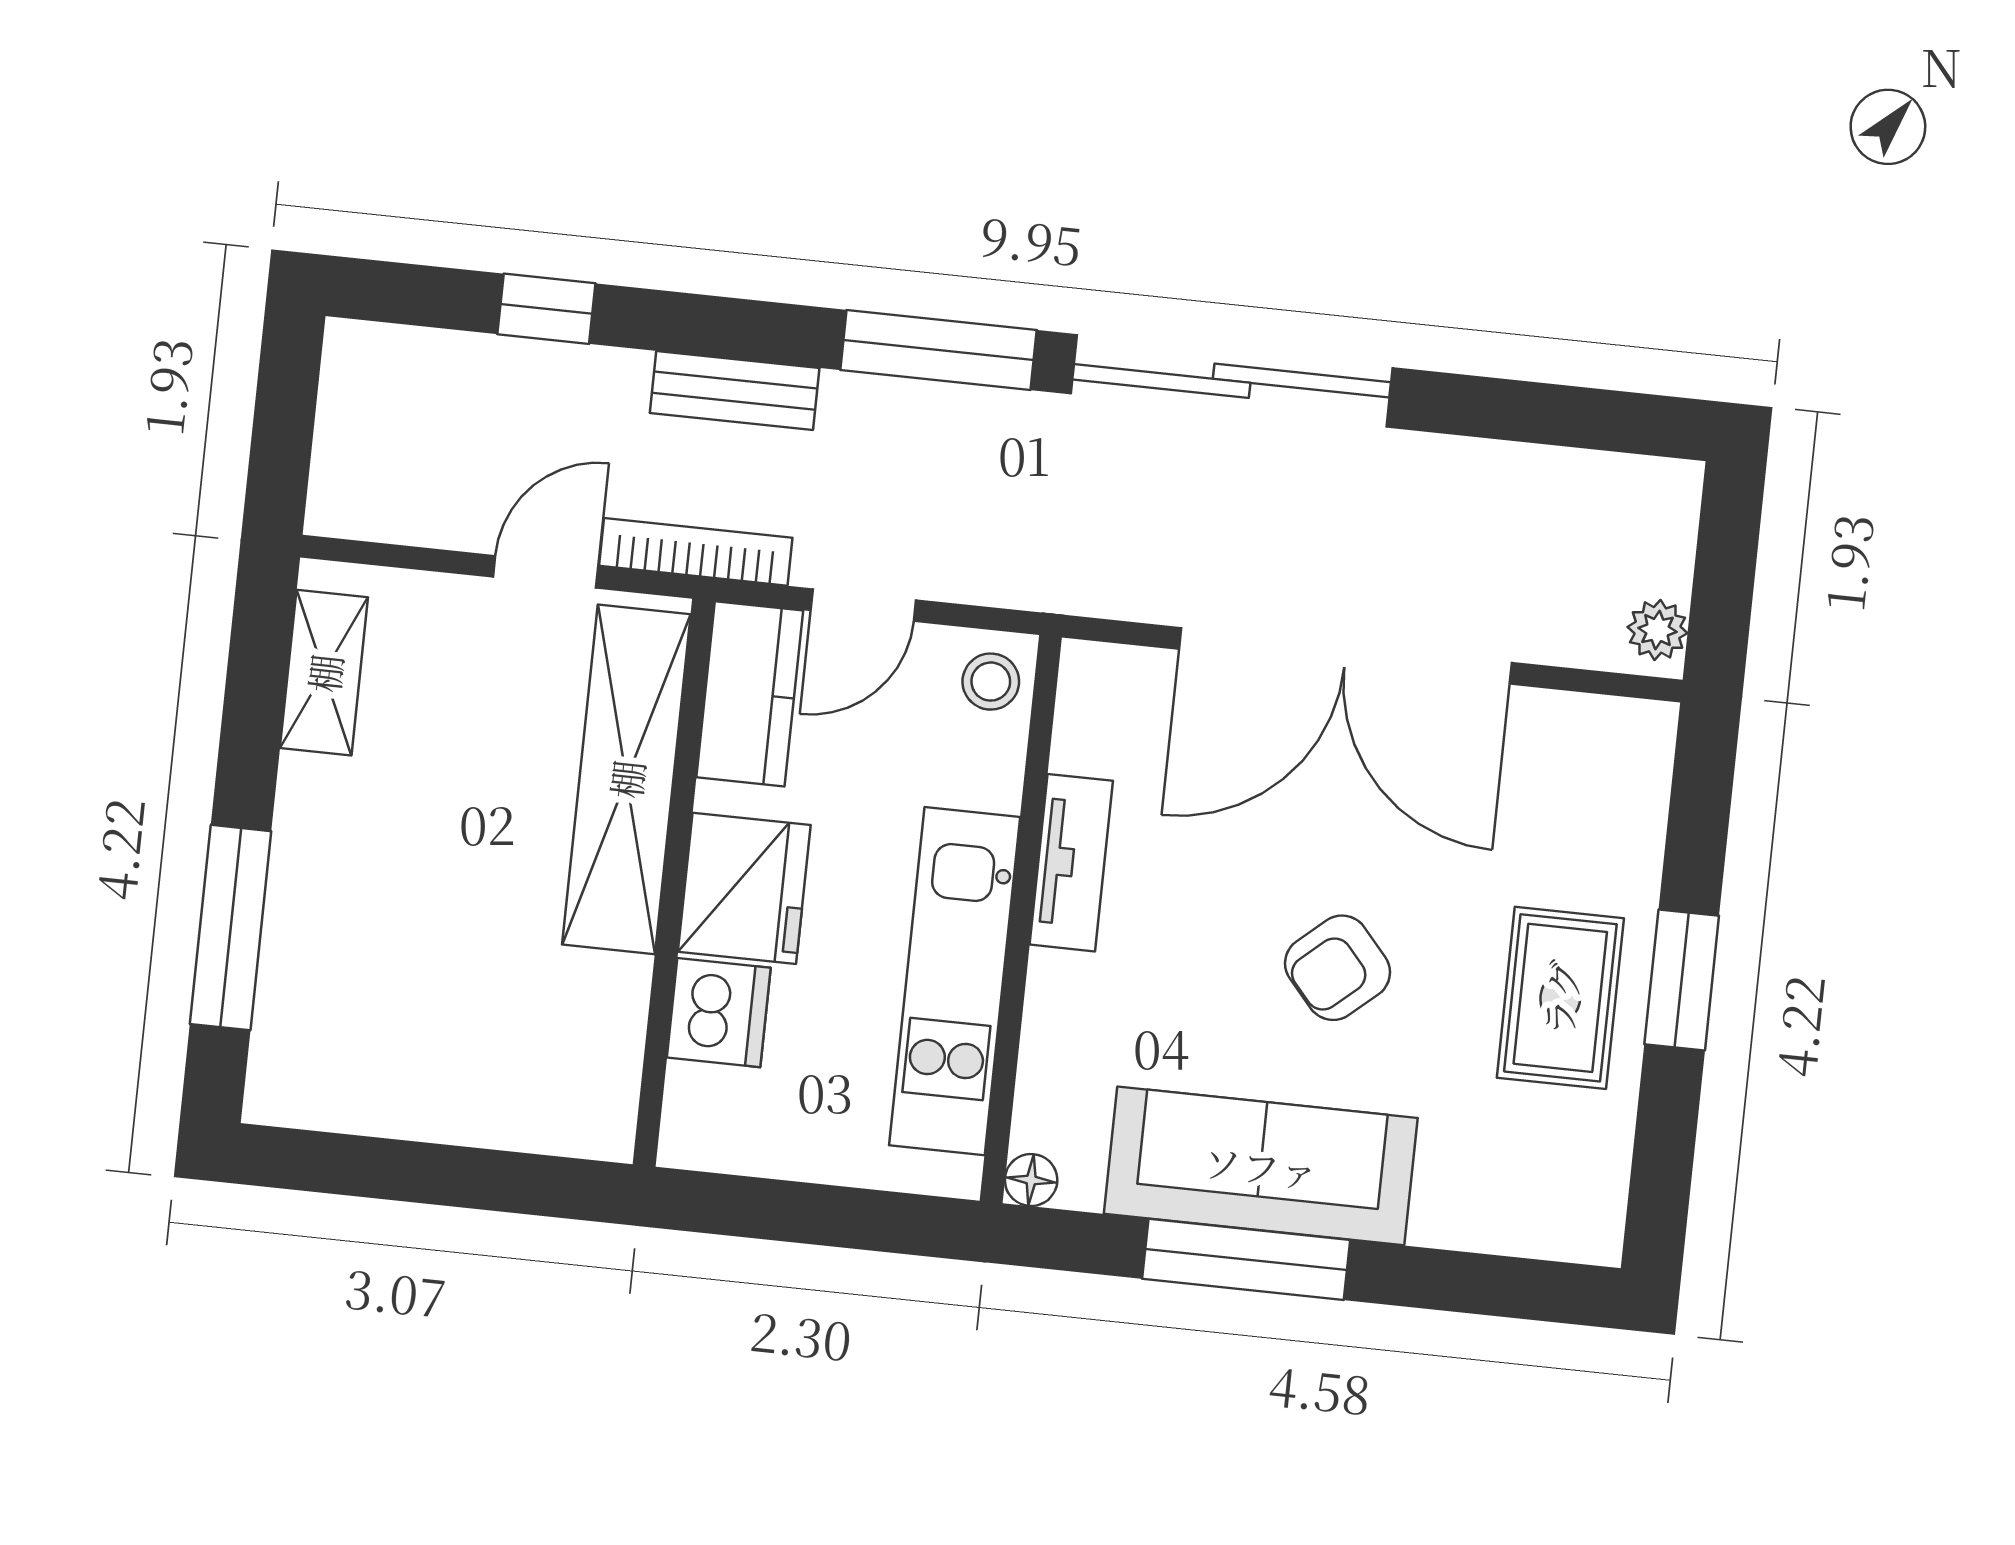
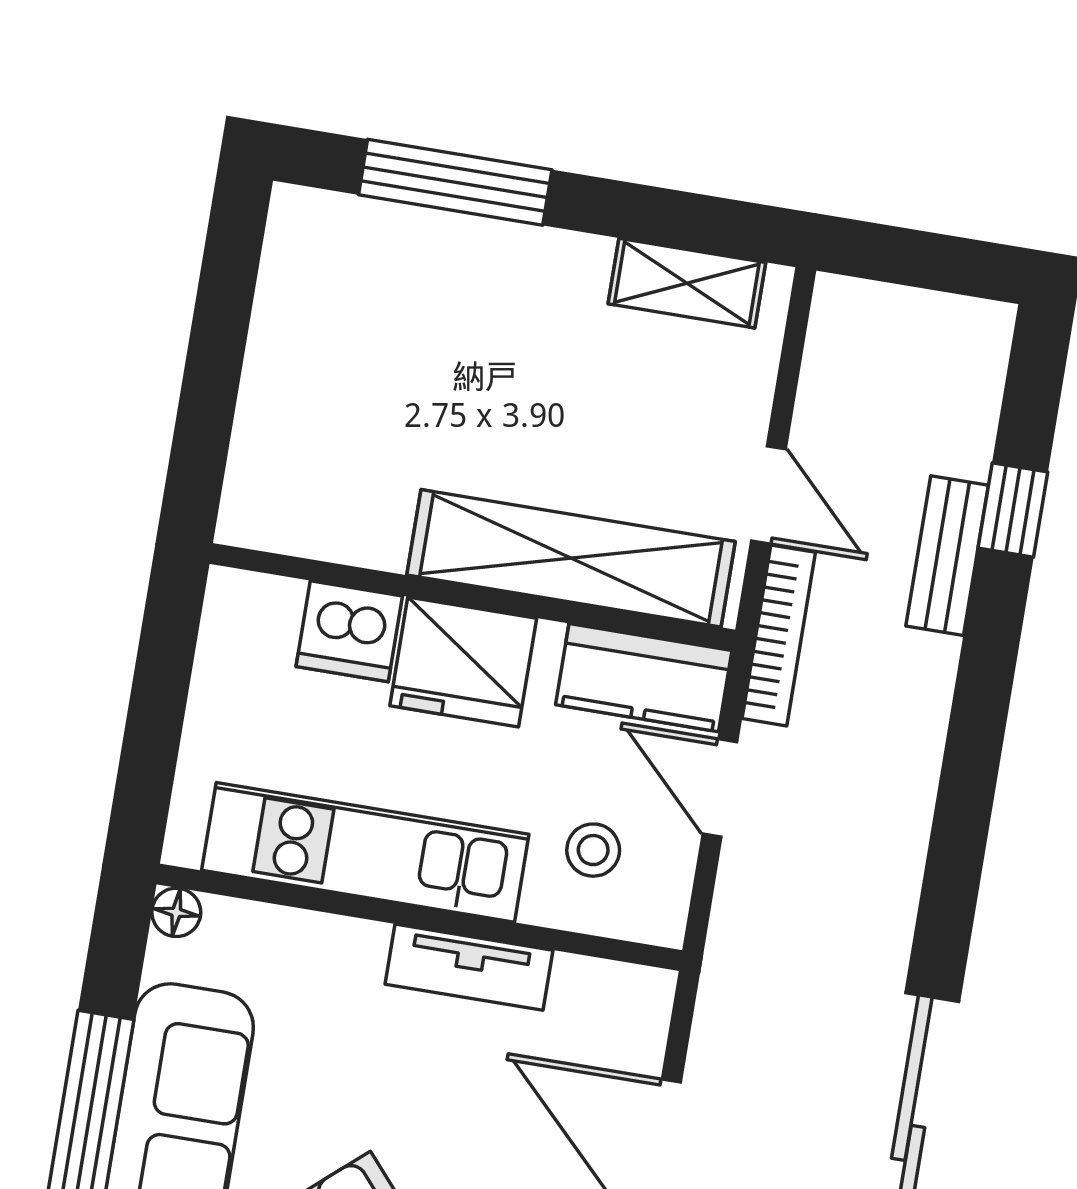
window: (939, 350) -> (953, 872), removed
bench: (735, 391) -> (947, 556), moved
stool: (991, 682) -> (593, 850), moved

